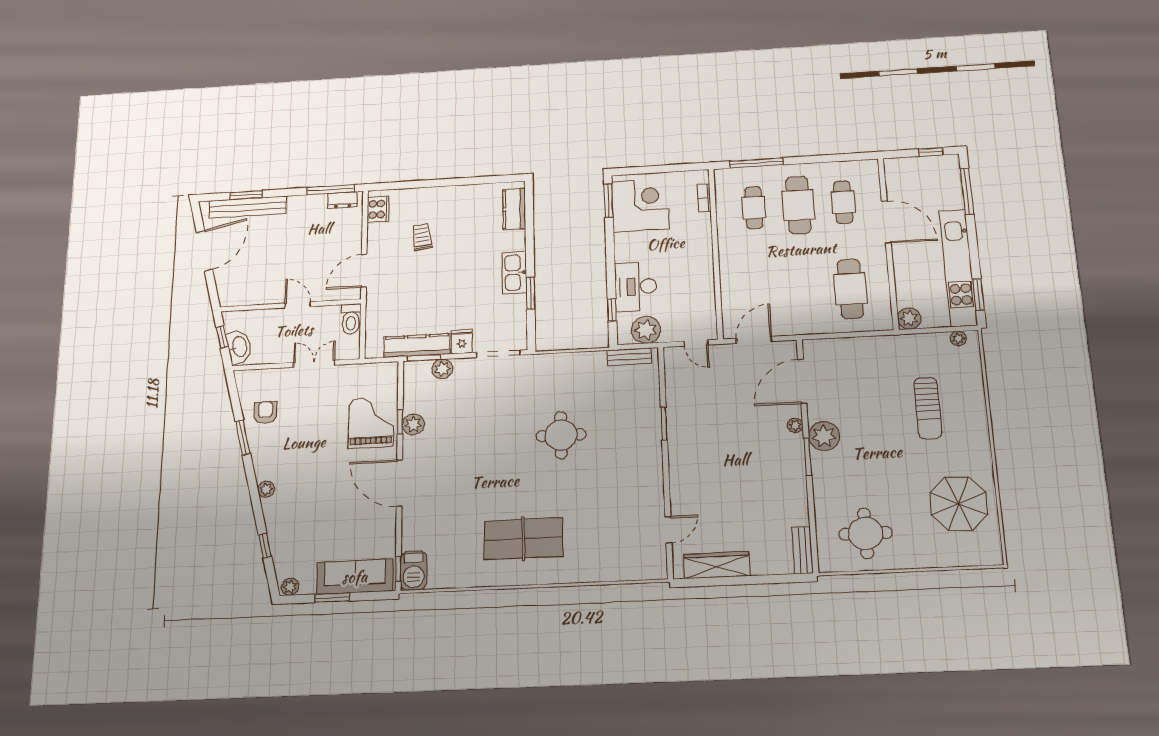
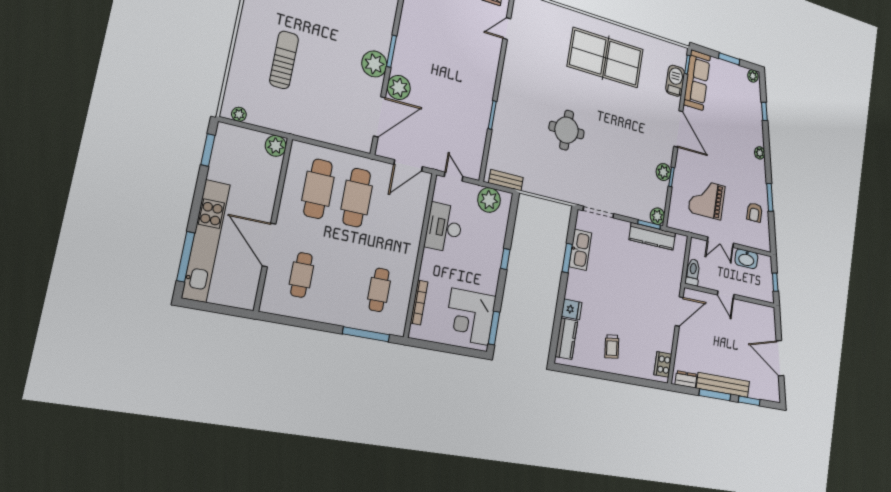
window: (931, 152) -> (207, 307), removed
window: (330, 190) -> (715, 395), moved
bookcase: (704, 198) -> (419, 302), width x1.56
cafe table: (798, 205) -> (357, 198), moved
bench: (248, 207) -> (723, 385), moved
trolley: (422, 237) -> (612, 347), moved
door: (204, 251) -> (780, 358), hinge flipped
kitchen unit: (958, 268) -> (206, 241), moved
kitchen sink: (514, 273) -> (580, 250), moved
desk: (636, 287) -> (444, 228), moved, turned 180
window: (612, 310) -> (505, 259), moved
fridge: (462, 342) -> (572, 309), moved, turned -90
washbasin: (239, 347) -> (746, 259), moved, turned -76
plant: (442, 369) -> (657, 216), moved
grand piano: (371, 423) -> (707, 199), moved, turned 90
plant: (795, 425) -> (399, 87), width x1.87, depth x1.87
table tennis table: (523, 539) -> (605, 58), width x1.36, depth x1.32
barbecue: (414, 570) -> (675, 81), moved
sofa: (355, 577) -> (697, 80), moved, turned -90

